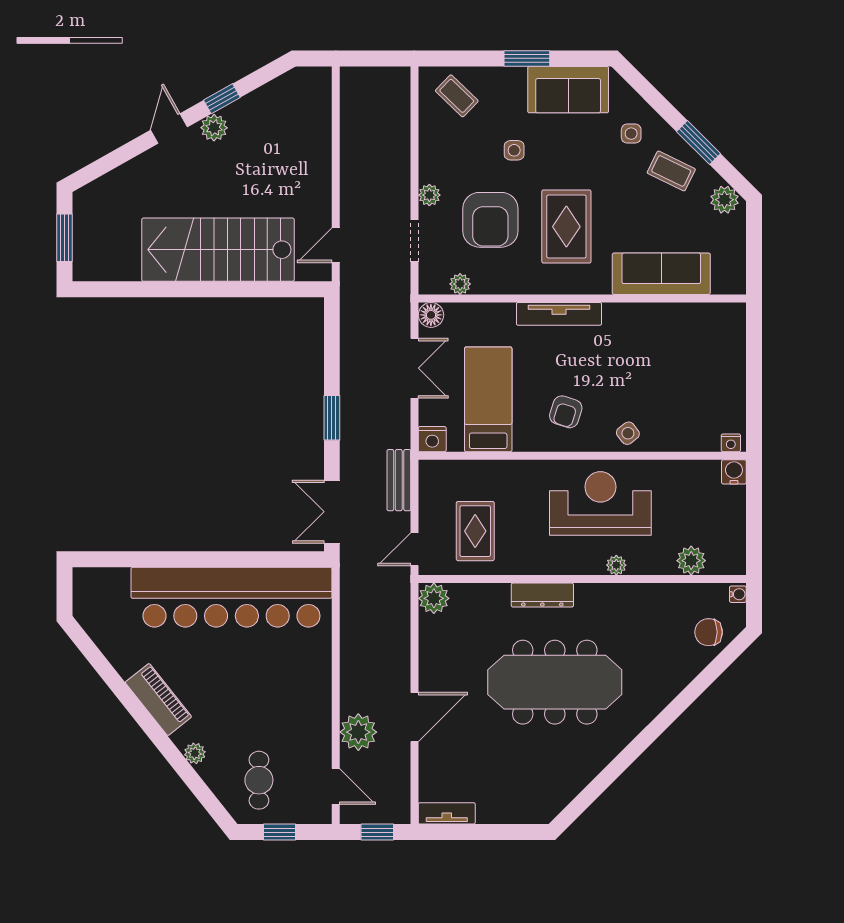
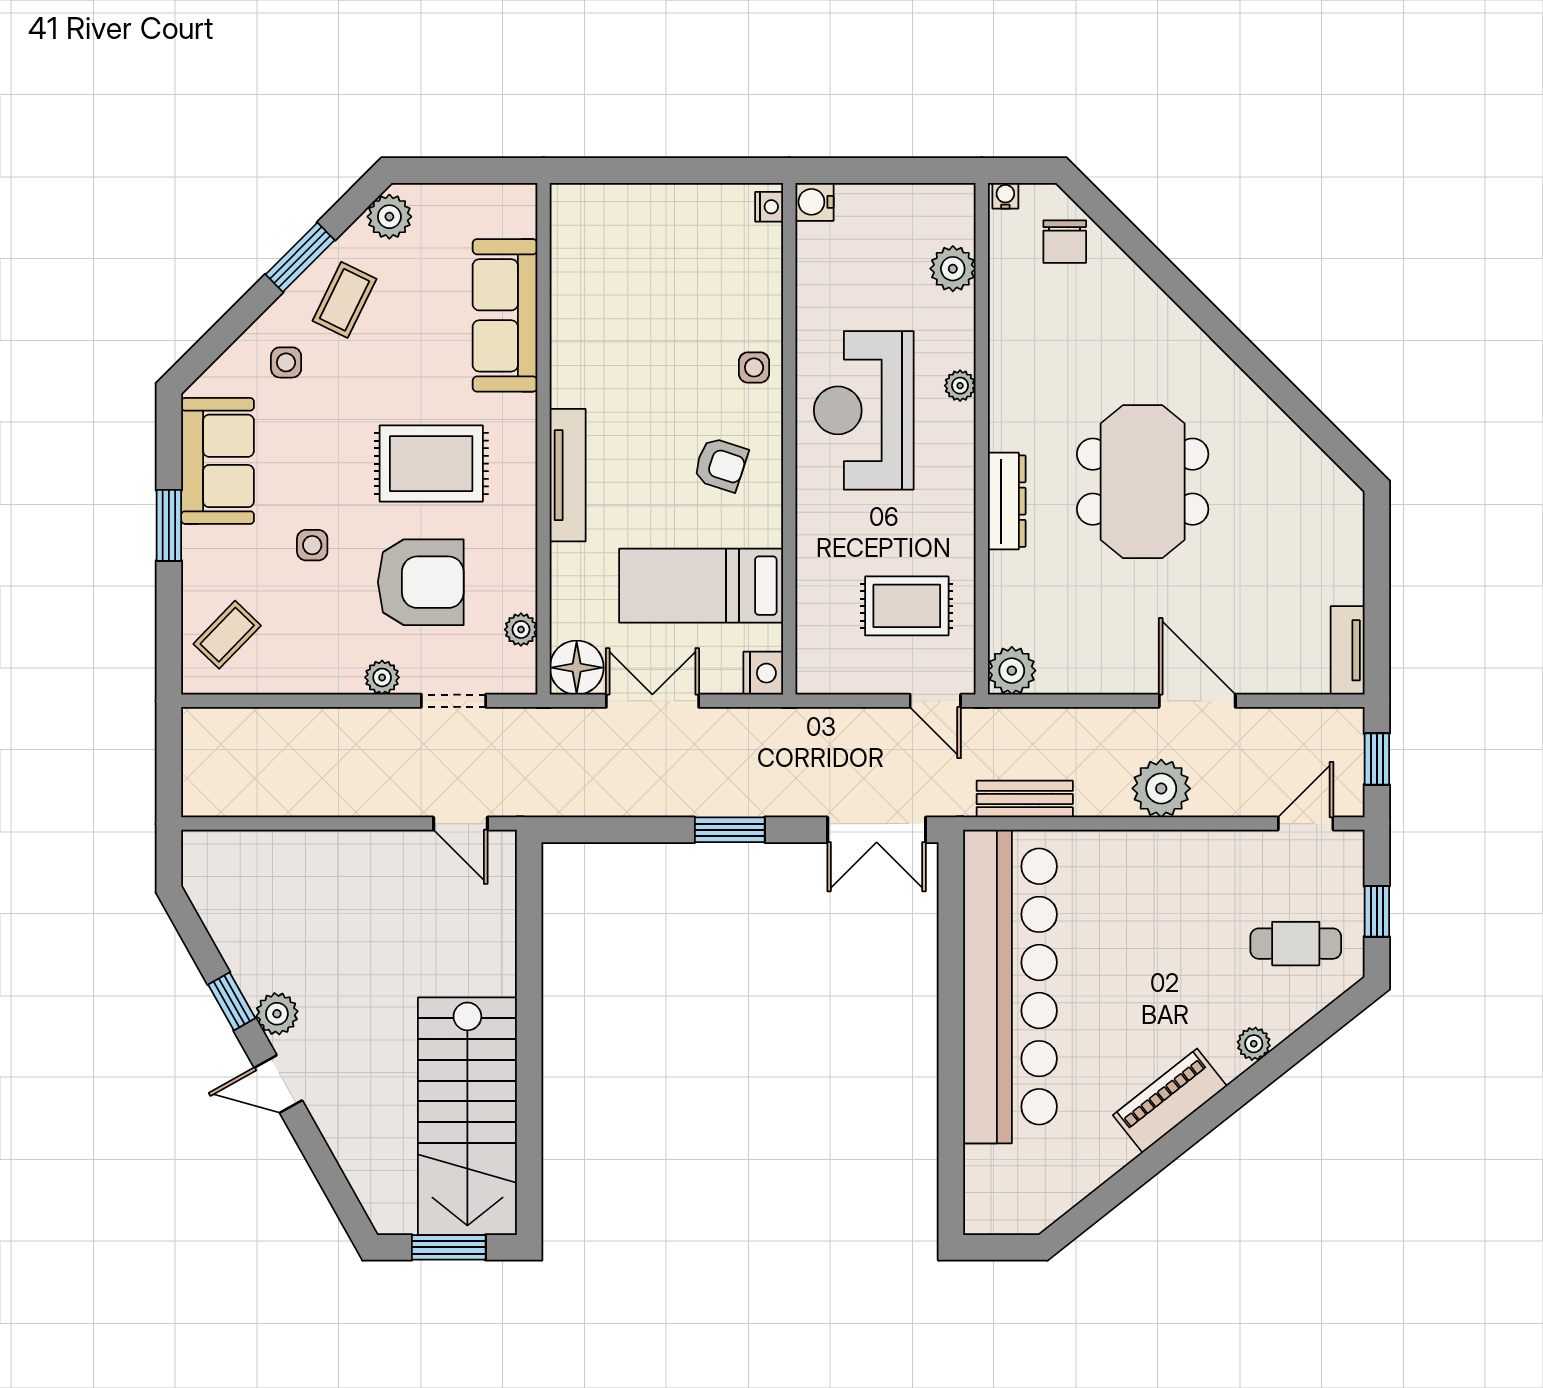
stairs: (218, 250) -> (467, 1116), moved
floor lamp: (431, 315) -> (577, 668), width x1.38, depth x1.38
side table: (628, 433) -> (754, 367), turned 38
bench: (399, 480) -> (1025, 799), moved
meeting table: (555, 682) -> (1143, 482), width x0.73
plant: (358, 732) -> (1161, 788), moved

